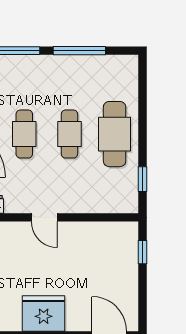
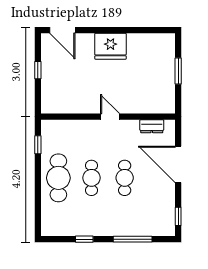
window: (79, 51) -> (84, 239), width x0.46
window: (142, 252) -> (38, 70), moved

